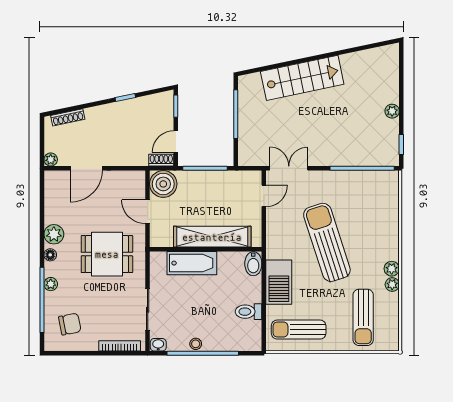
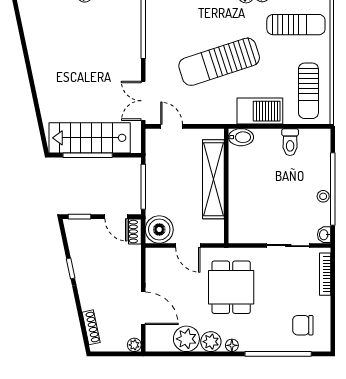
stairs: (302, 78) -> (90, 138), moved, turned -78
door: (148, 212) -> (188, 246), hinge flipped
bathtub: (192, 263) -> (240, 200), removed
plant: (51, 284) -> (186, 339), moved, width x1.88, depth x1.88
chair: (70, 324) -> (303, 325), turned -79

